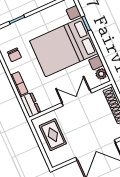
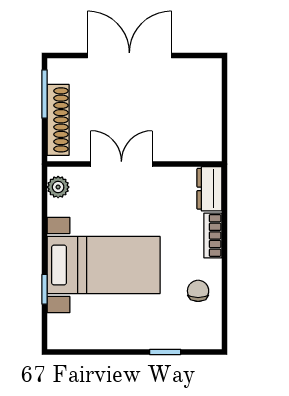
bed with nightstands: (64, 47) -> (104, 265), width x0.73
double door: (77, 98) -> (121, 164), swing flipped
rug: (53, 135) -> (194, 117), removed

